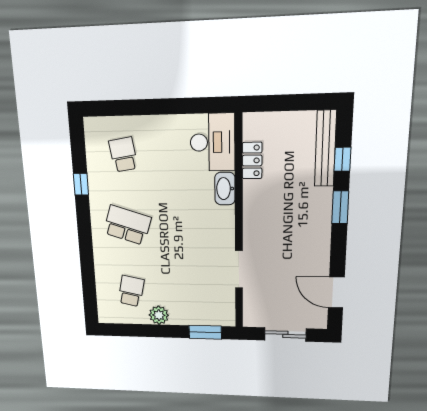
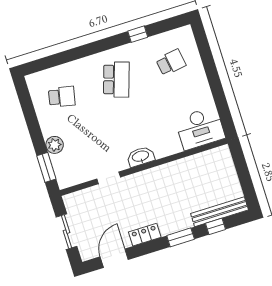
locker: (252, 161) -> (145, 235), moved, turned 180
washbasin: (225, 189) -> (141, 157), moved
doorway: (239, 269) -> (109, 178), width x0.73
plant: (159, 315) -> (55, 145), moved

